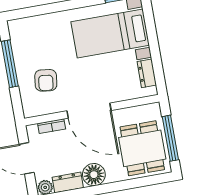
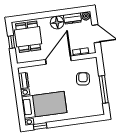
door: (89, 111) -> (58, 60), hinge flipped
window: (170, 138) -> (11, 42), width x0.46

